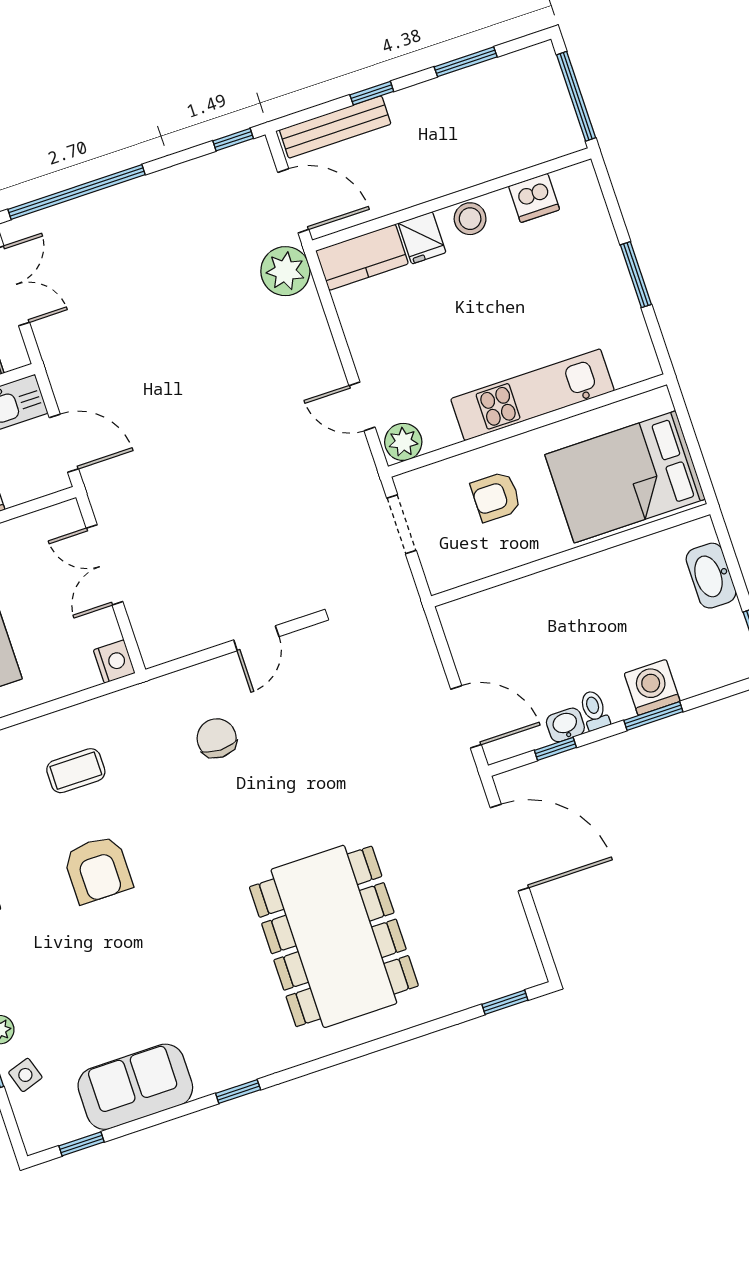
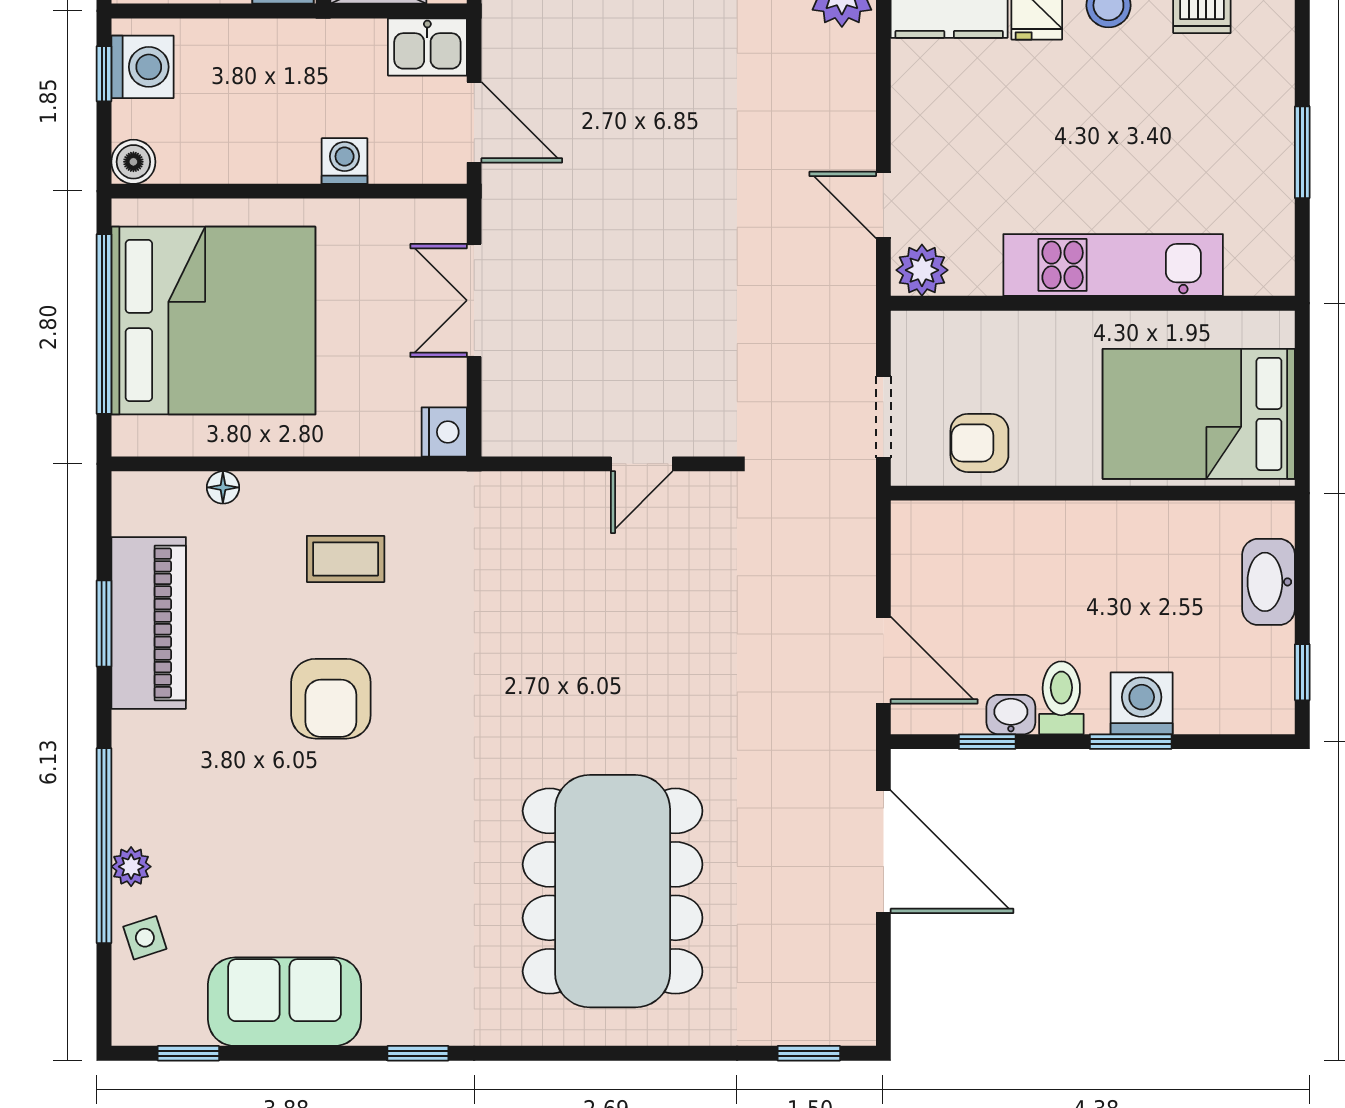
armchair: (496, 497) -> (979, 443), moved
doorway: (401, 524) -> (883, 417), moved
toilet: (594, 710) -> (1061, 698), width x1.37, depth x1.39
chair: (217, 738) -> (545, 578), removed

